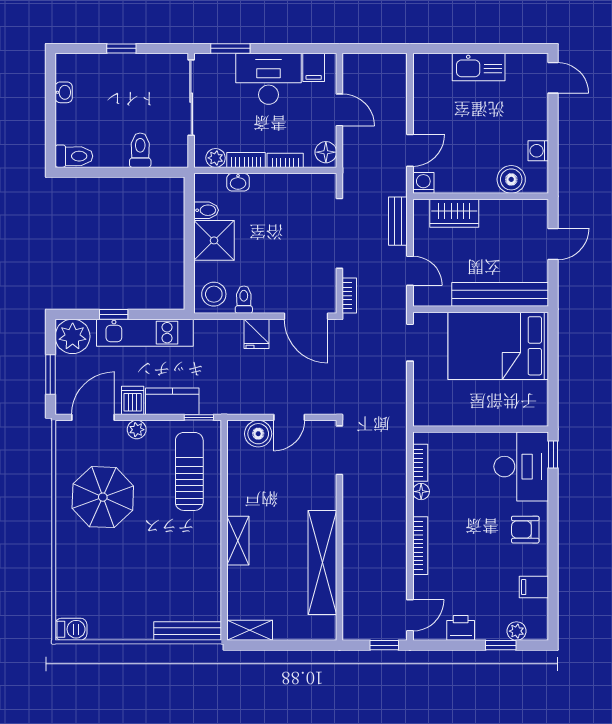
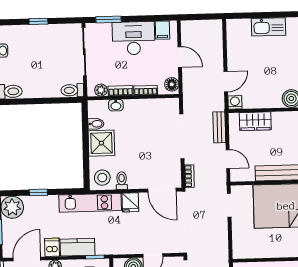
toilet: (140, 150) -> (72, 90), moved, turned -90
kitchen unit: (145, 333) -> (90, 203), moved

